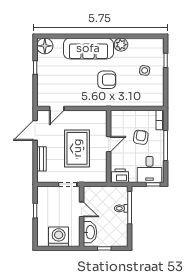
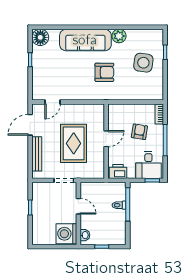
side table: (145, 70) -> (143, 63), width x1.87, depth x1.87
bench: (41, 159) -> (37, 154), width x1.36
washbasin: (90, 232) -> (85, 235), width x0.52, depth x0.69
washing machine: (59, 237) -> (66, 234), moved, turned -90

